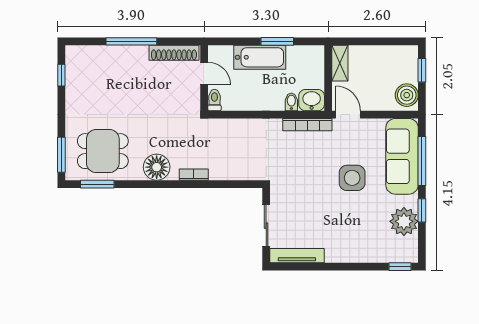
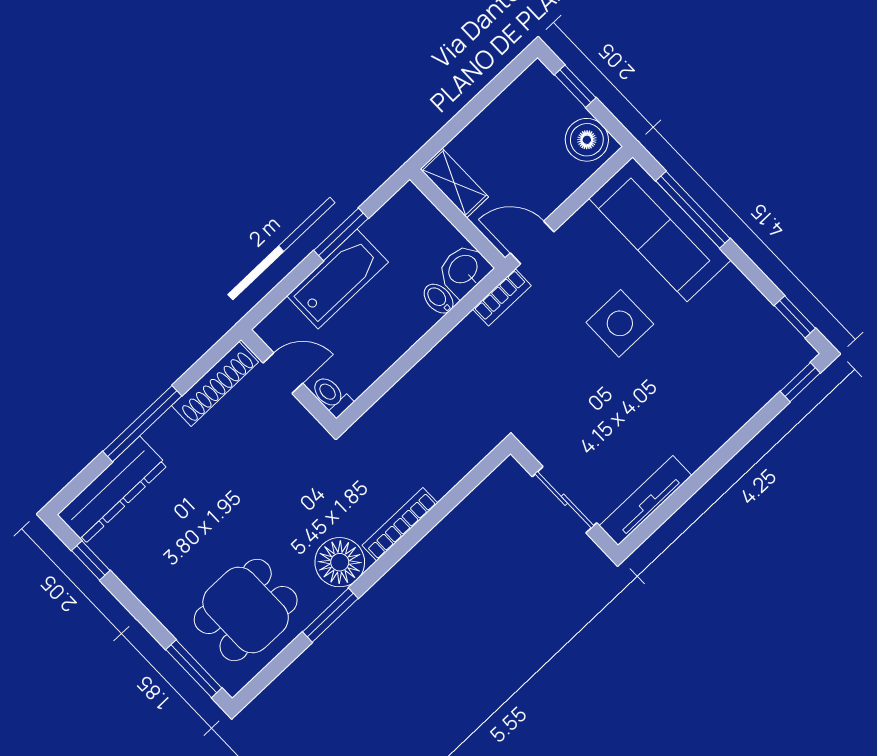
dresser: (96, 56) -> (112, 490), added
bookcase: (307, 125) -> (502, 297), width x0.64
bookcase: (194, 175) -> (400, 524), width x1.56
window: (97, 184) -> (330, 615), moved
window: (422, 210) -> (795, 317), moved
plant: (404, 221) -> (747, 315), removed

